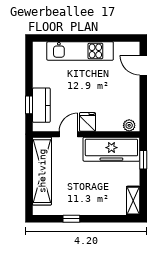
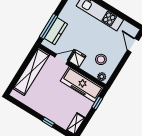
window: (29, 105) -> (48, 26), width x2.17
stool: (116, 106) -> (101, 59), added
window: (71, 219) -> (48, 122), moved

